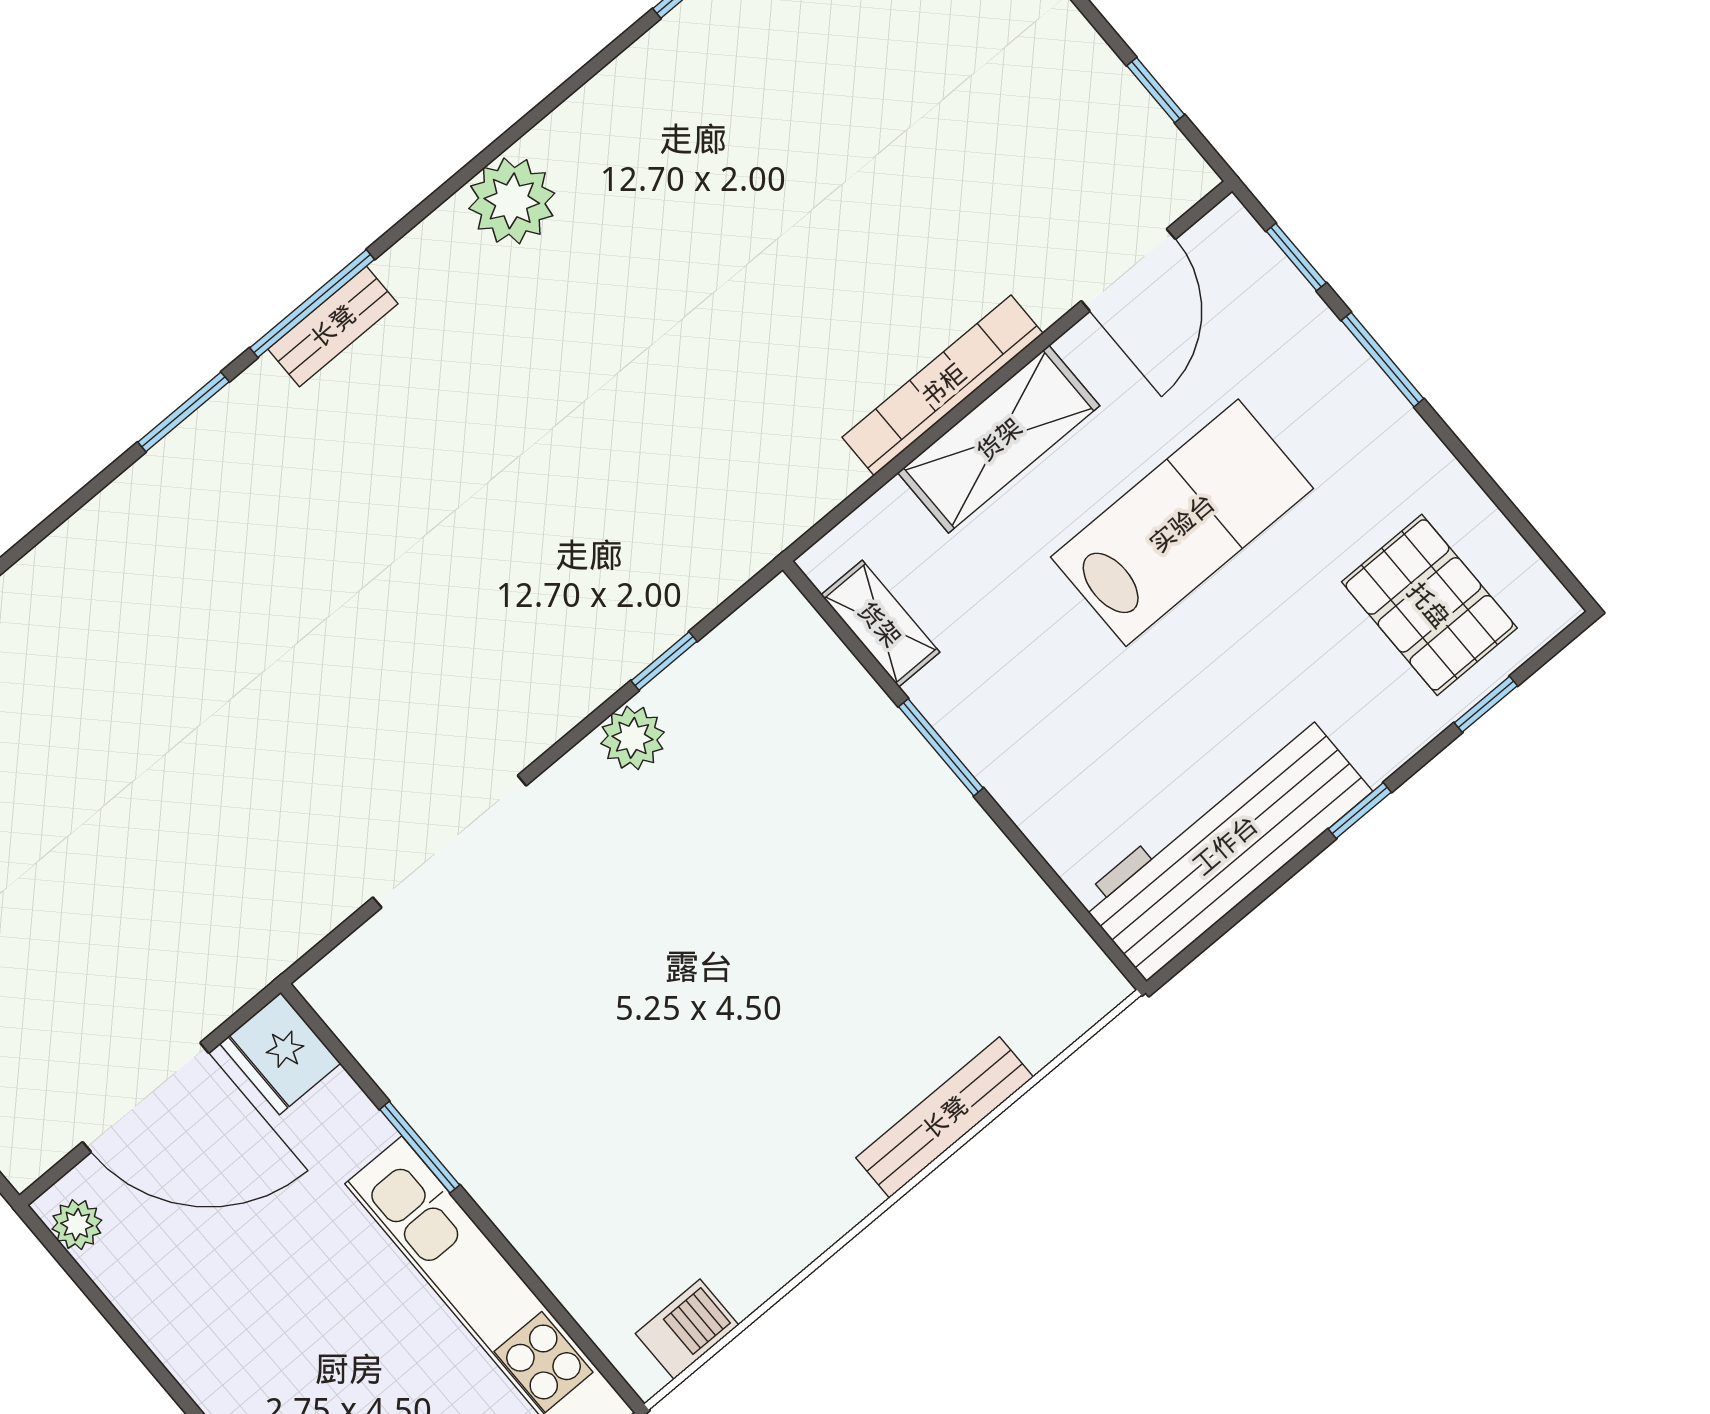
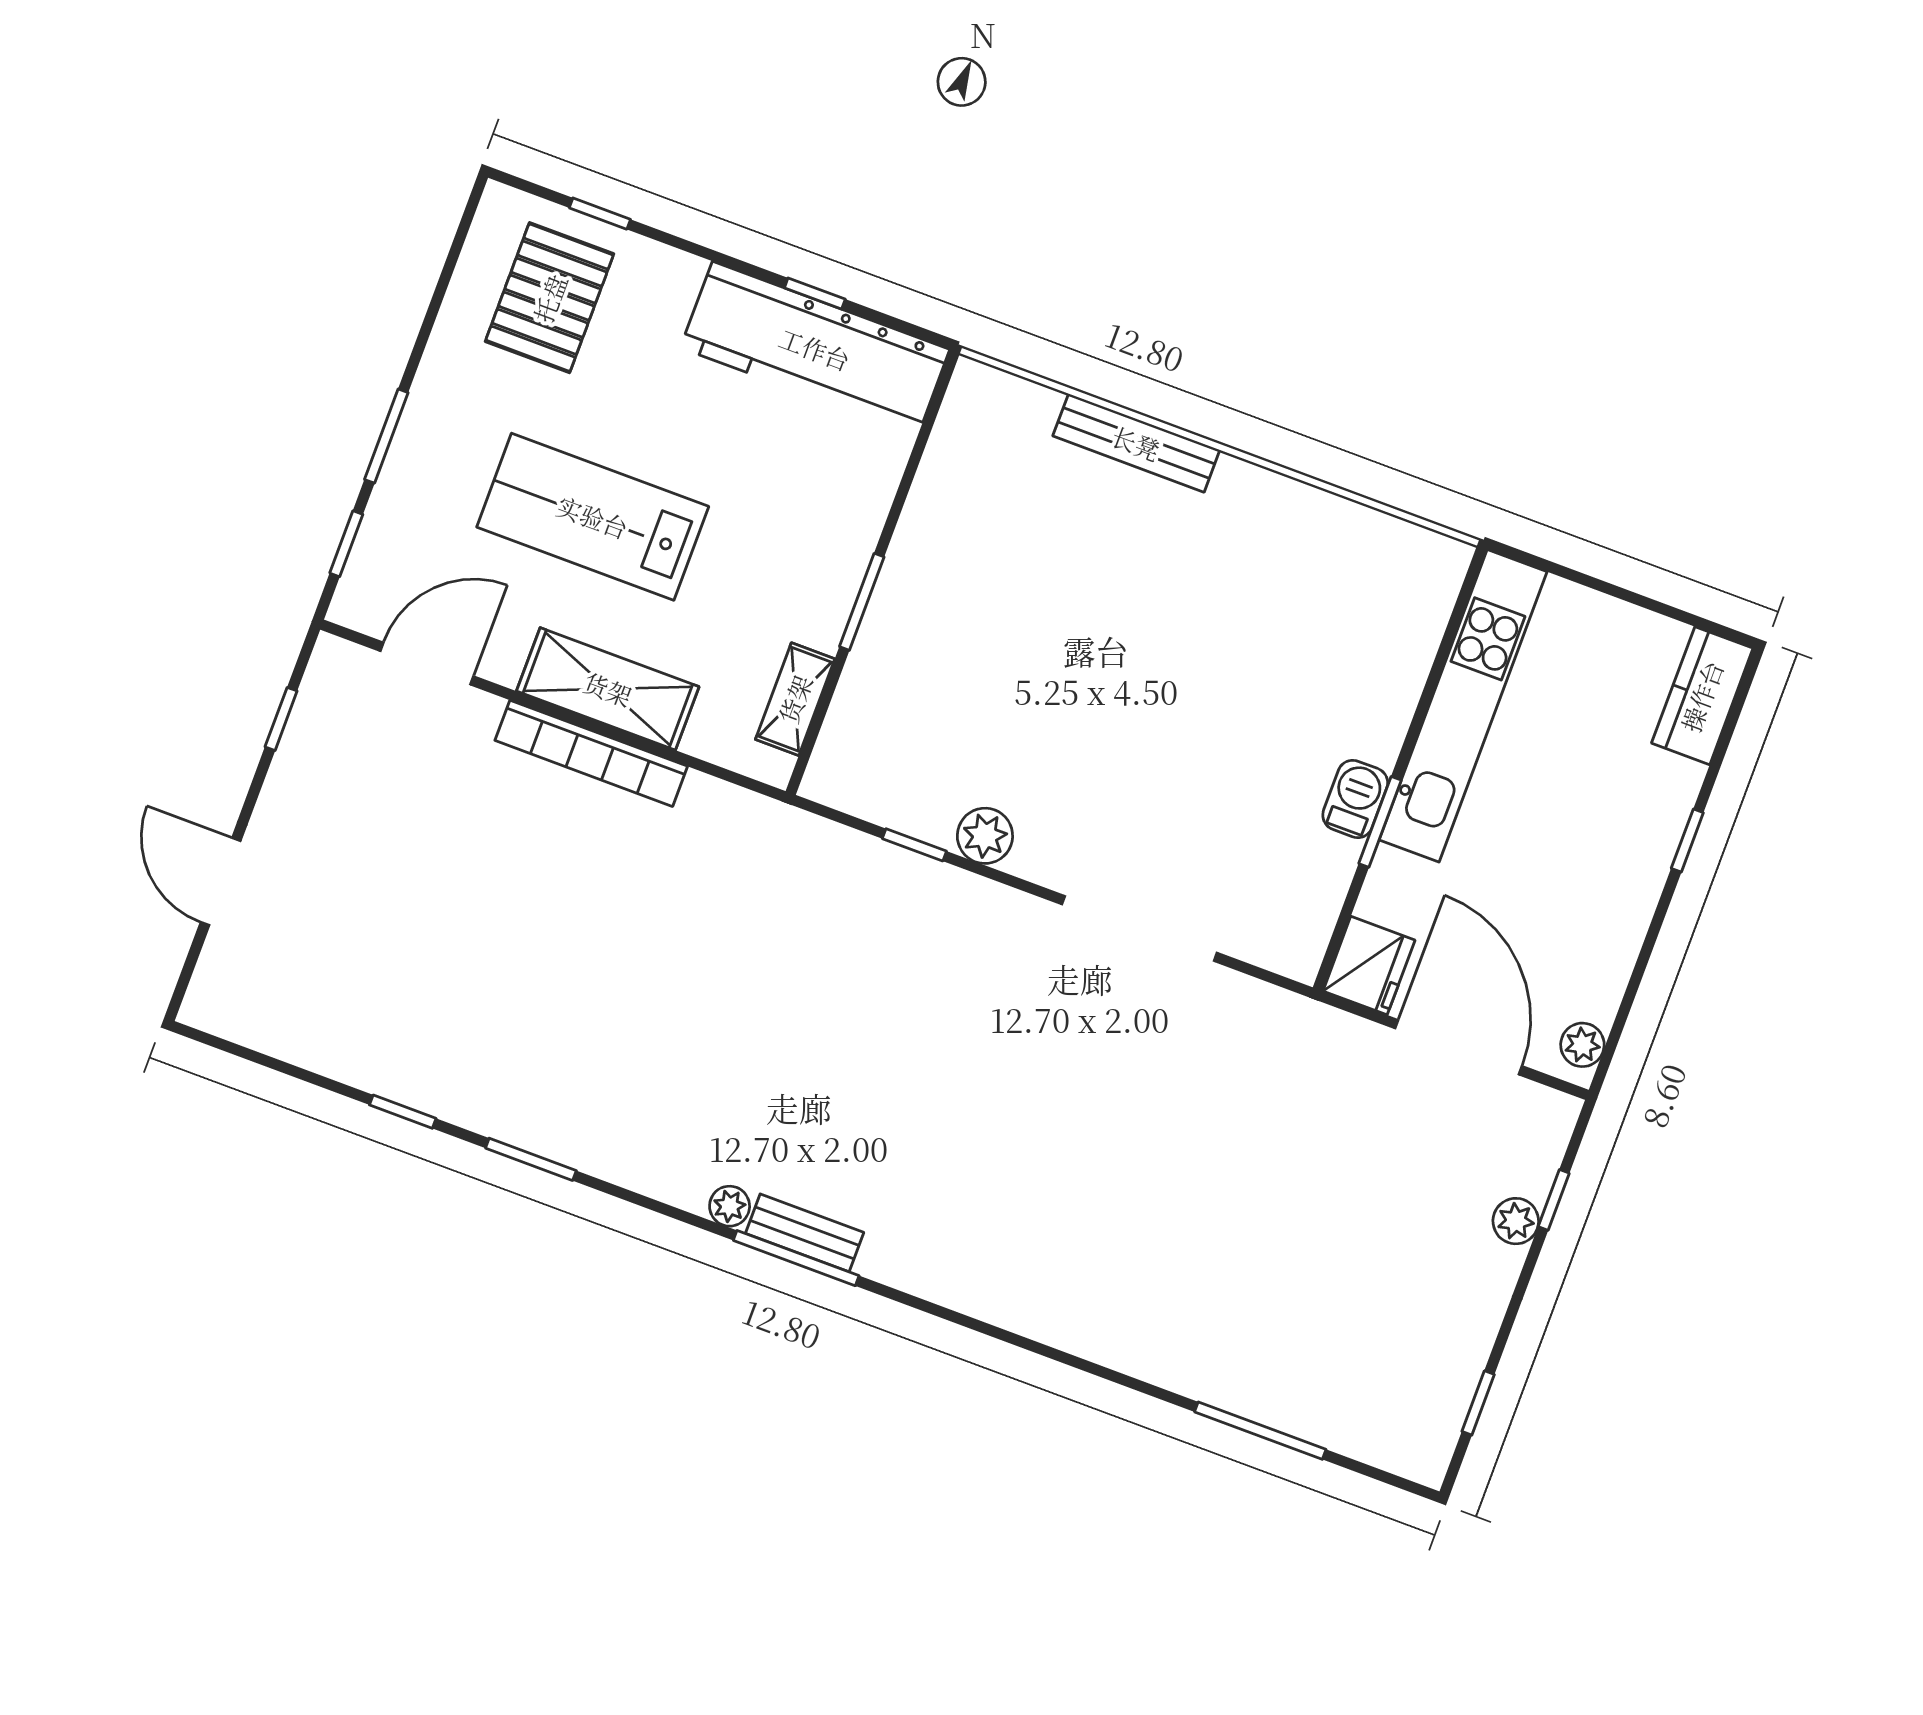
plant: (512, 201) -> (730, 1206), moved, width x0.53, depth x0.53
window: (183, 412) -> (531, 1159), moved
window: (1360, 811) -> (815, 294), moved
barbecue: (687, 1329) -> (1355, 799), moved, turned 90

